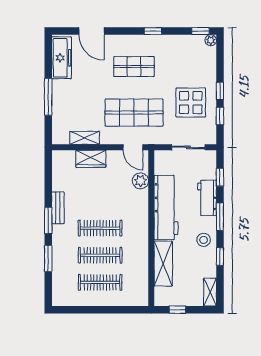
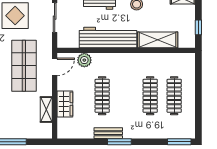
clothes rail: (100, 228) -> (102, 96), moved
window: (48, 259) -> (179, 142), moved

